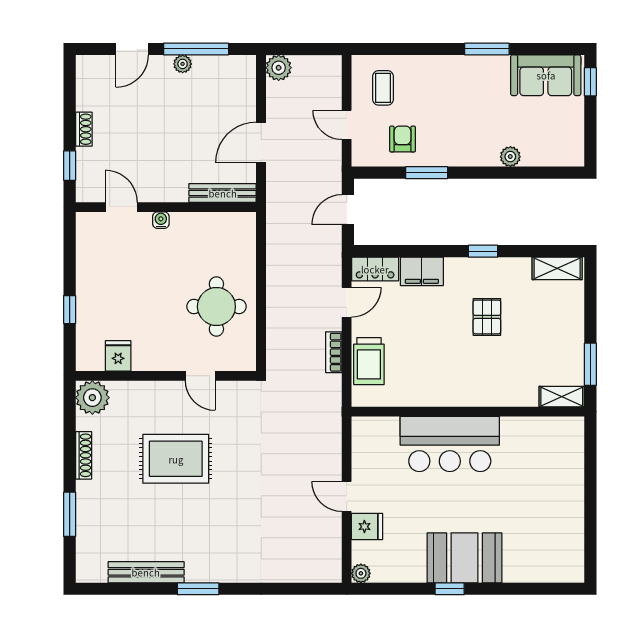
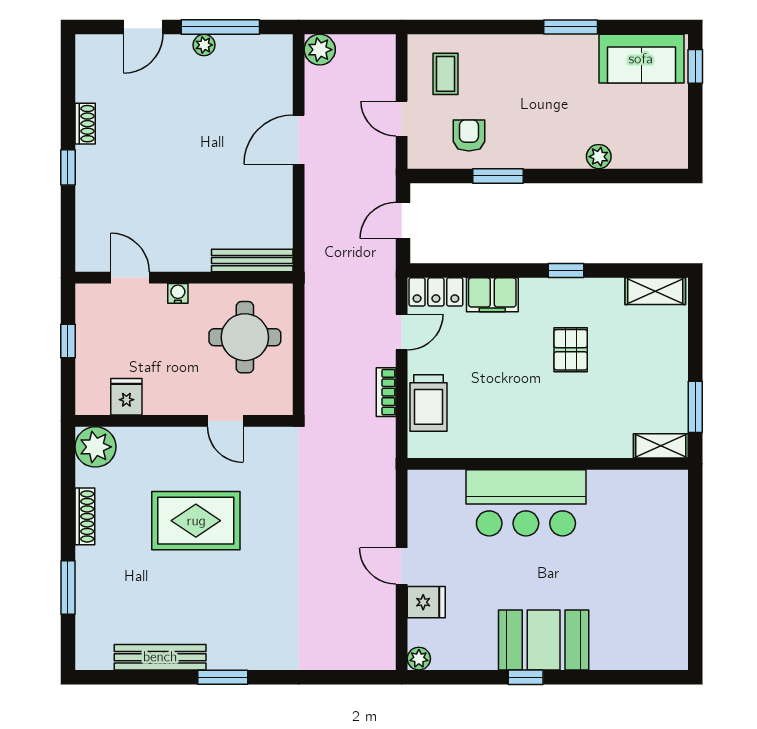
bench: (223, 193) -> (252, 261), moved
door: (121, 207) -> (130, 278), moved
wall: (166, 207) -> (184, 278), moved
water cooler: (161, 220) -> (178, 293), moved

